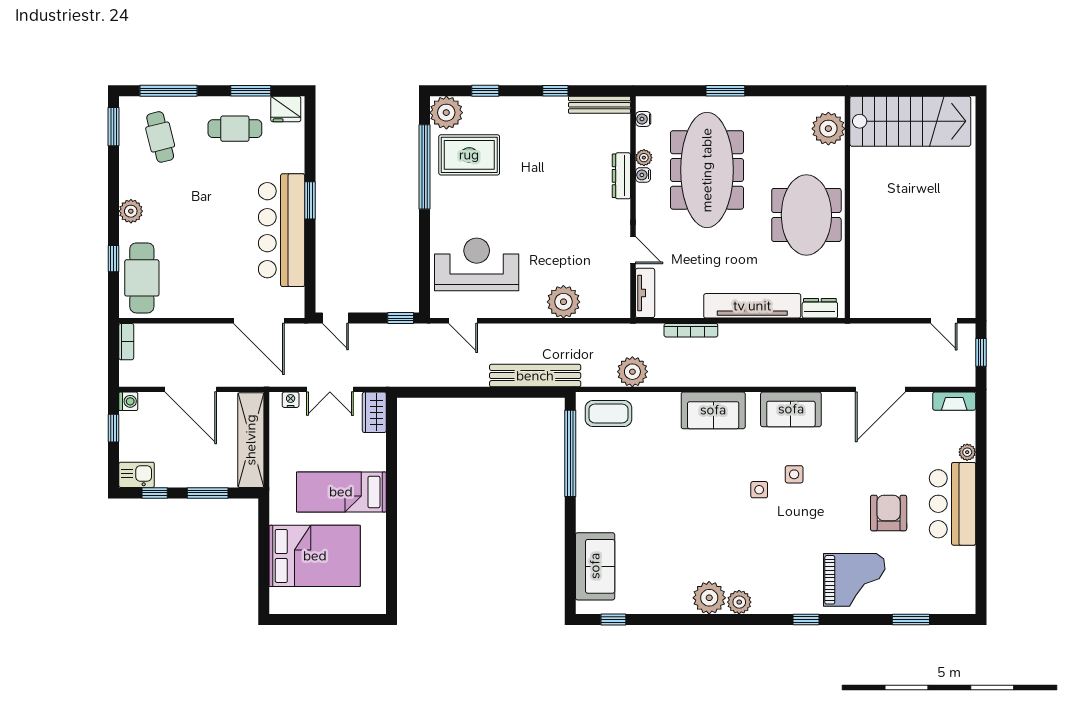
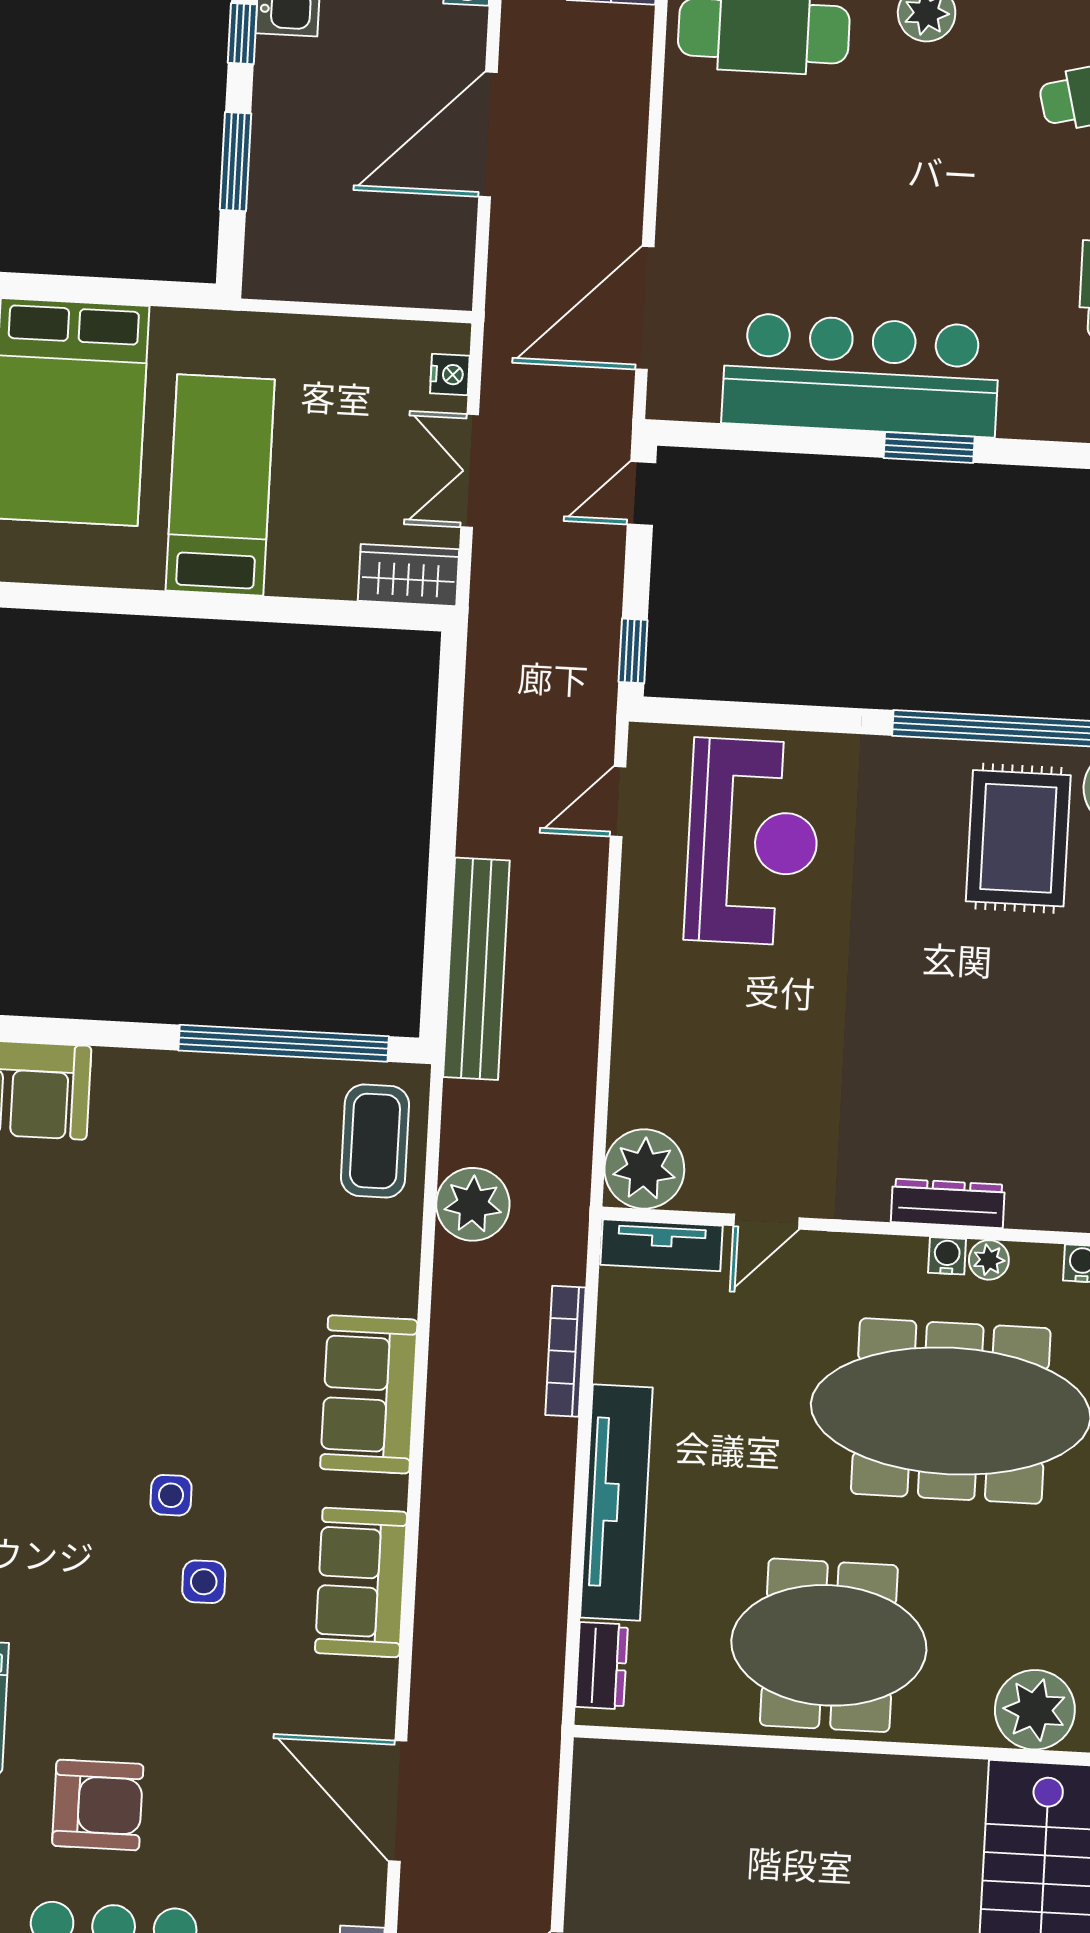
plant: (563, 302) -> (644, 1169), moved
shelving: (251, 440) -> (358, 273), removed

